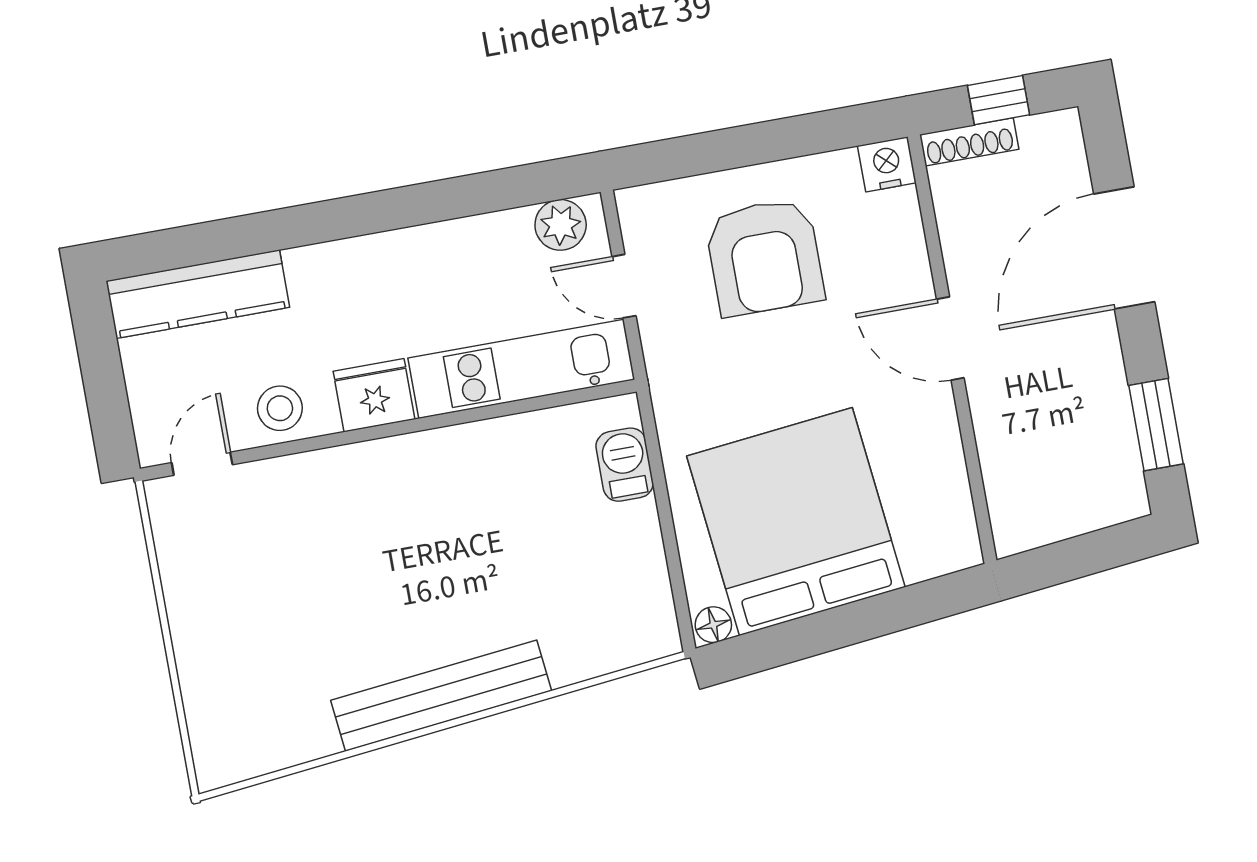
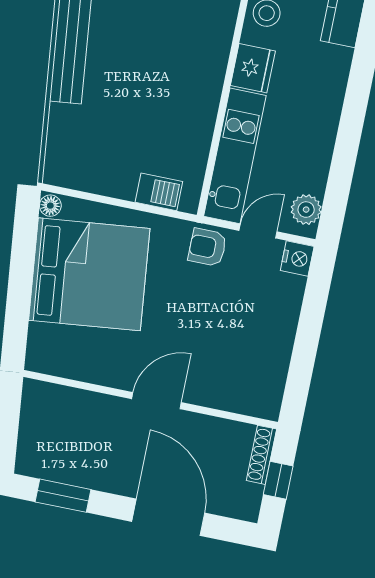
nightstand: (887, 164) -> (297, 258), moved
armchair: (765, 257) -> (207, 247), moved, width x0.53, depth x0.53

